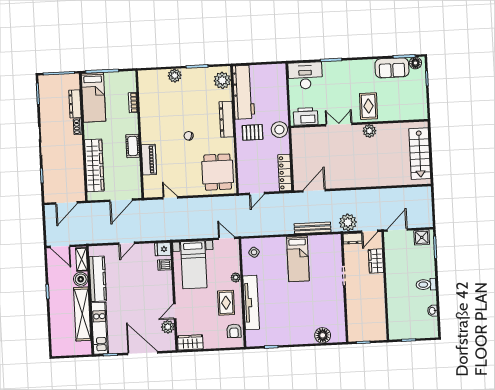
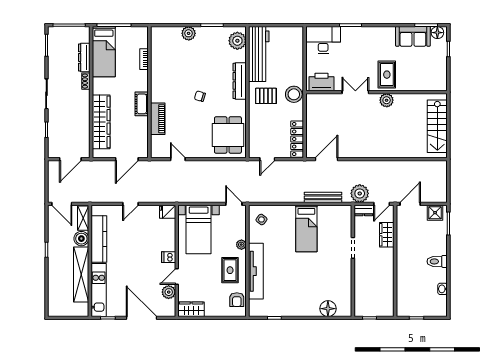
dishwasher: (165, 265) -> (169, 257), moved

